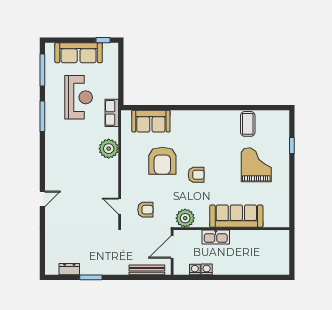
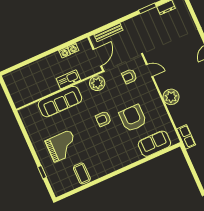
plant: (109, 149) -> (171, 97), moved
grand piano: (256, 165) -> (62, 146), turned -90

